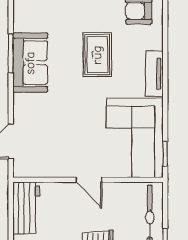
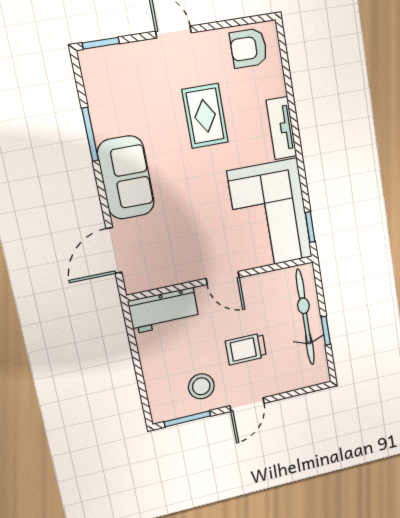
sofa: (30, 63) -> (126, 178), moved
workbench: (26, 208) -> (164, 310), moved, turned 90

